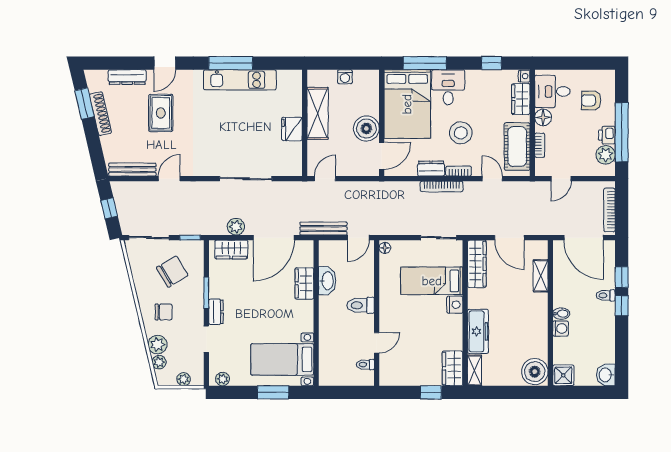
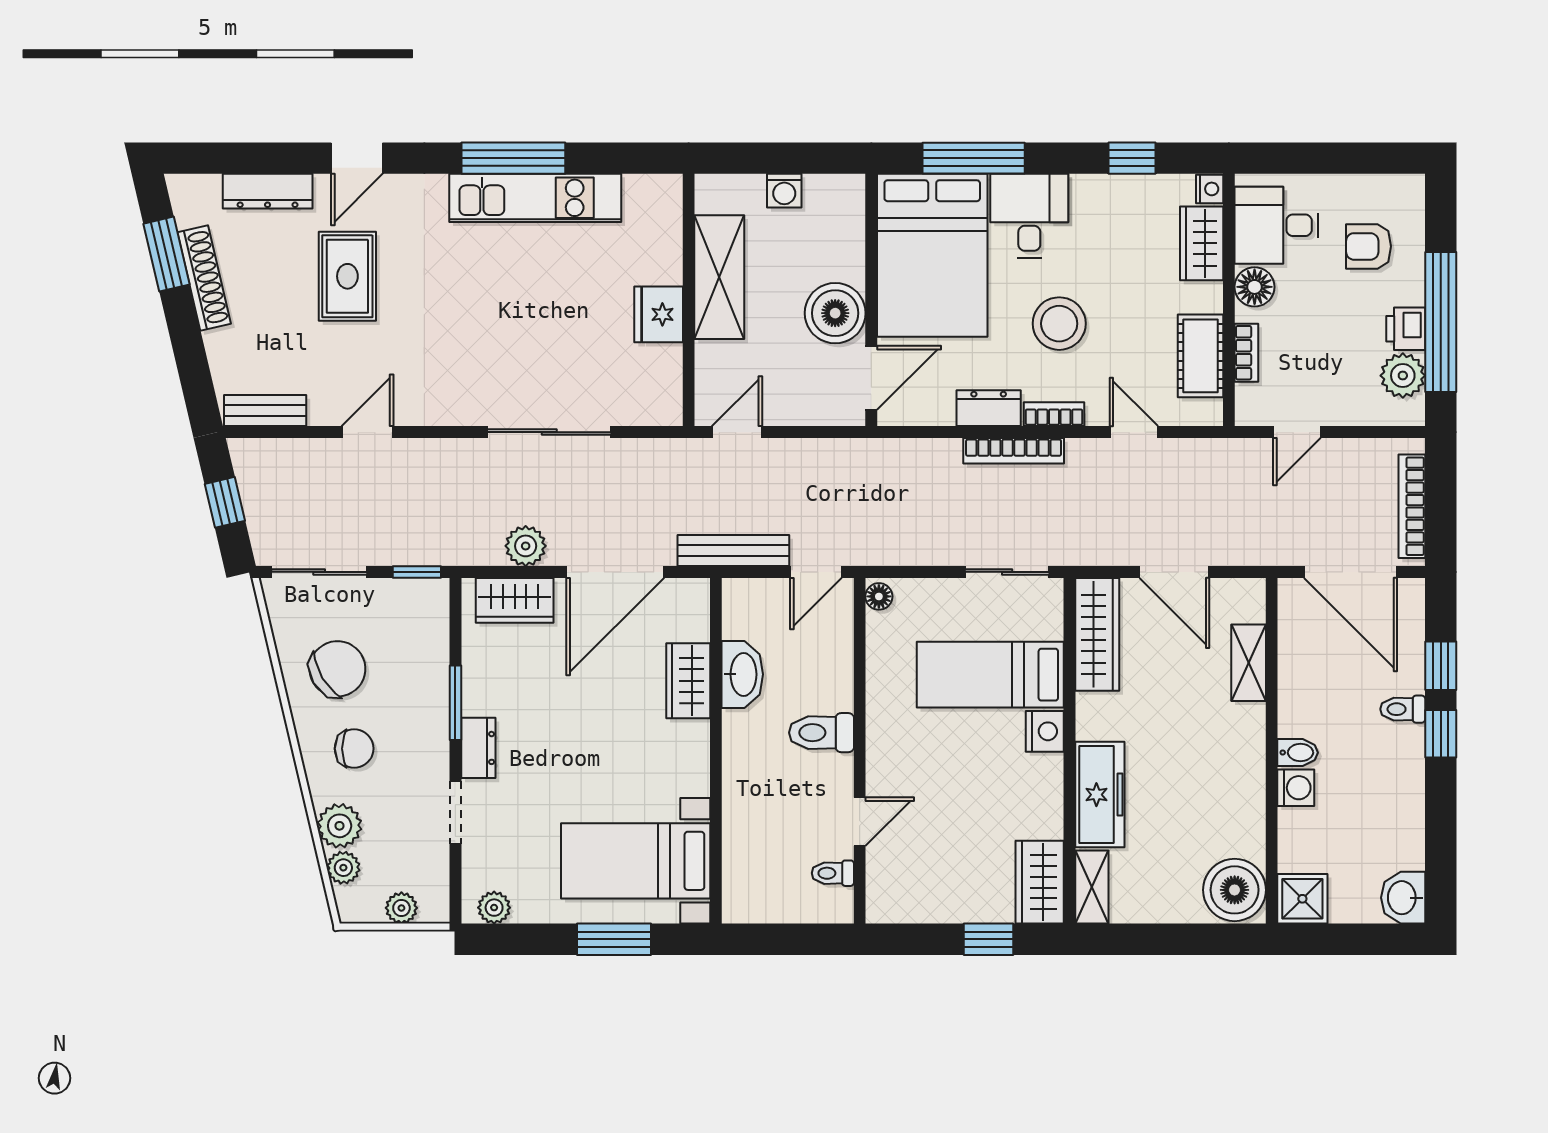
cot: (517, 147) -> (1201, 356), width x0.73, depth x0.75
bench: (132, 170) -> (265, 411), width x0.73
chair: (172, 272) -> (337, 669), moved

